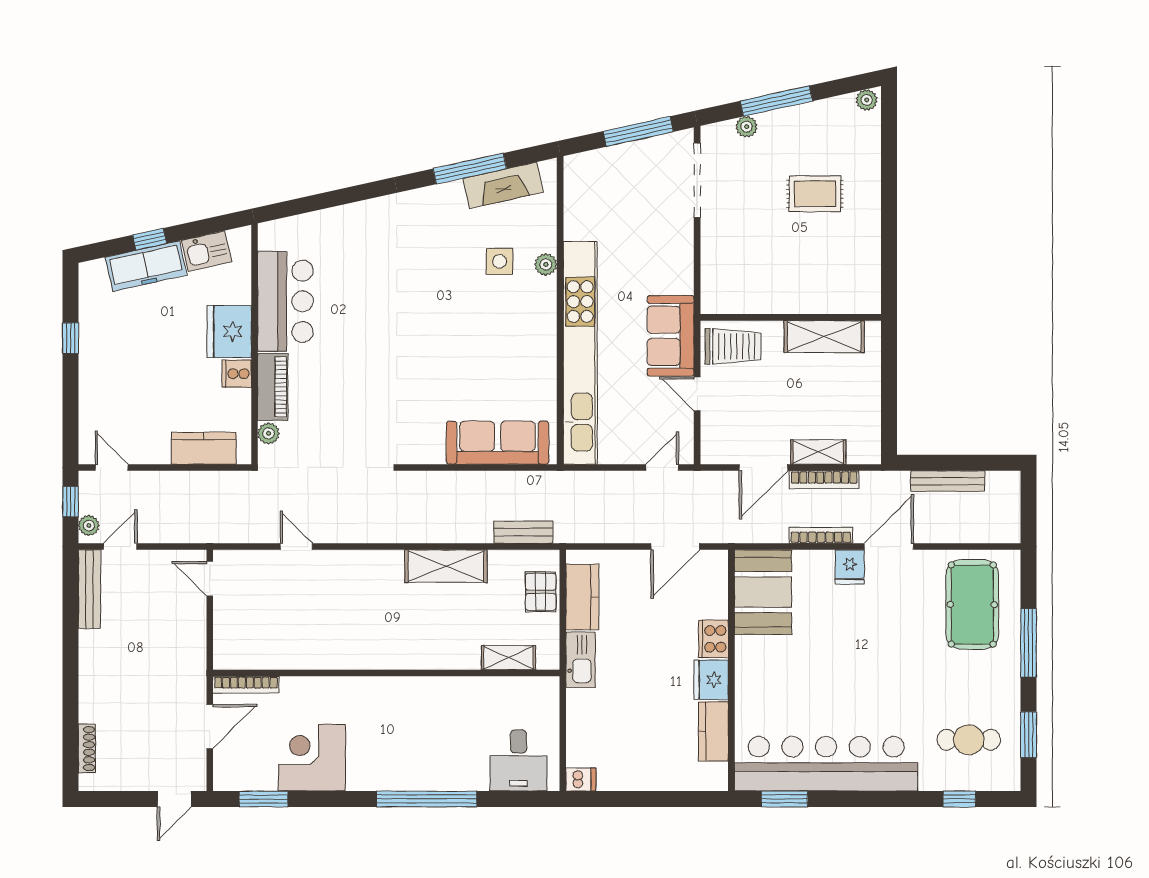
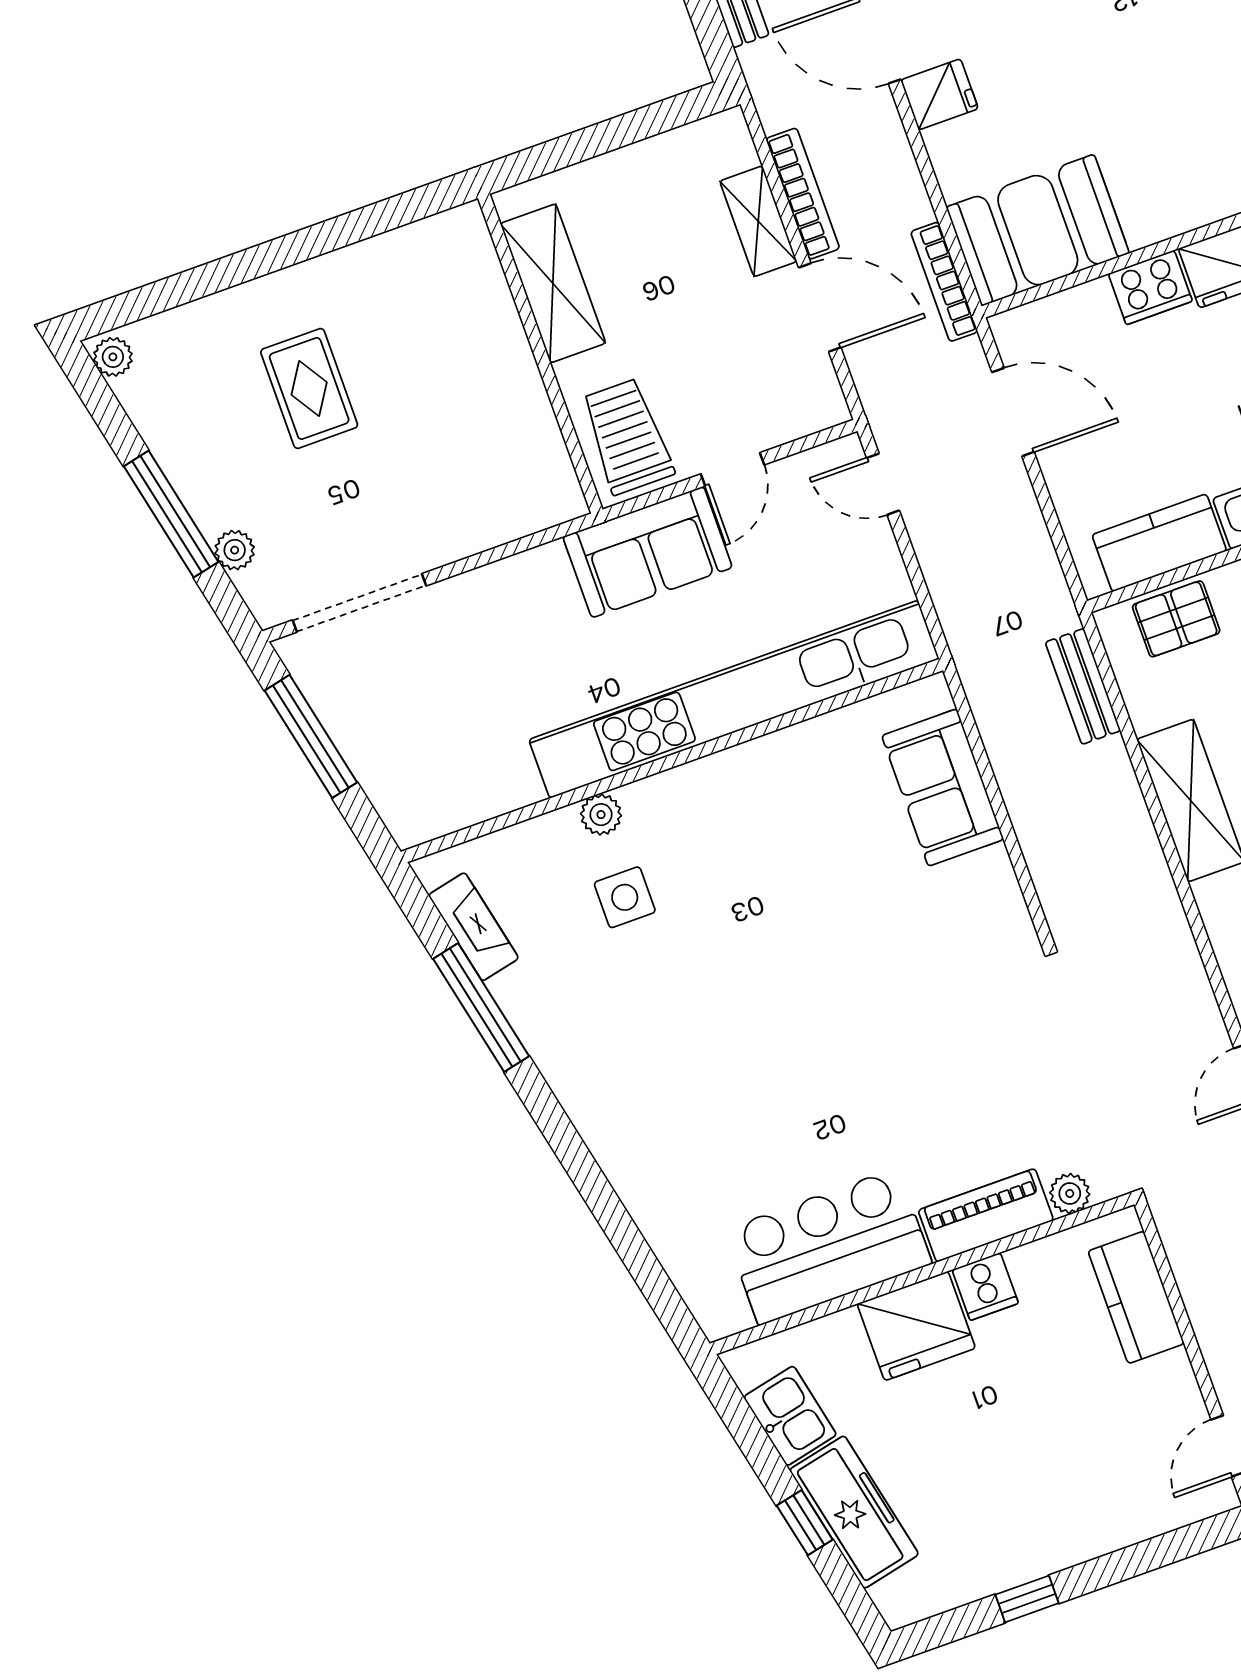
fireplace: (503, 185) -> (473, 927), width x0.73, depth x0.76
sofa: (497, 443) -> (943, 788), width x0.73
bookcase: (821, 535) -> (944, 282), moved

